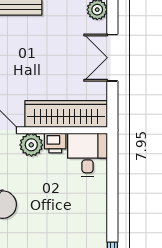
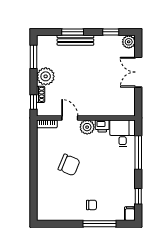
wardrobe: (66, 114) -> (109, 108), removed
window: (112, 185) -> (138, 153), added

